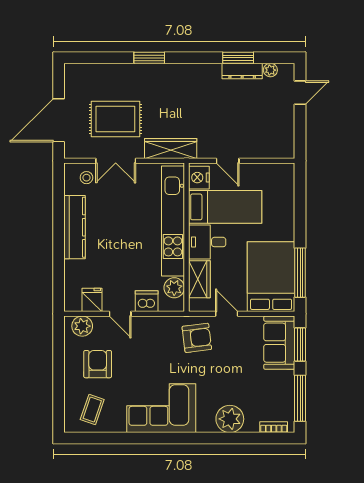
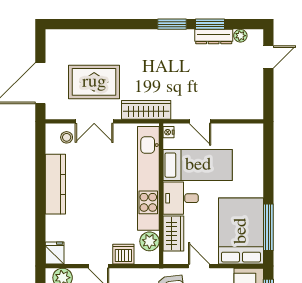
window: (149, 58) -> (172, 24), moved
nightstand: (199, 178) -> (169, 132), width x0.53, depth x0.56
fridge: (92, 300) -> (55, 253), moved

